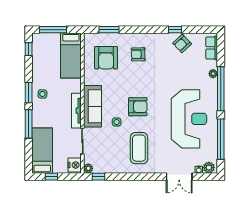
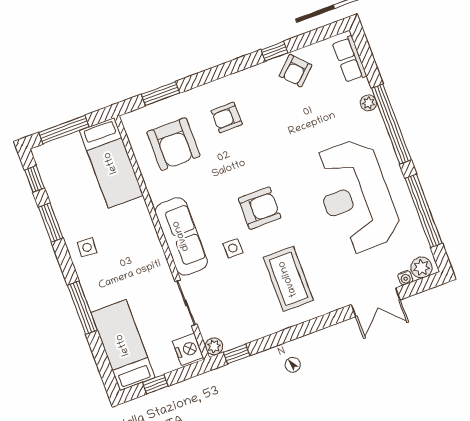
window: (29, 93) -> (51, 222), moved
tv unit: (76, 111) -> (156, 254), removed
reception desk: (189, 119) -> (356, 196), turned 180

